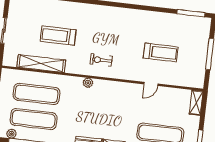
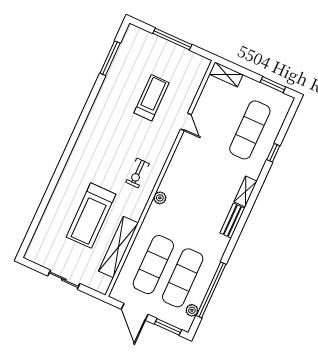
window: (191, 13) -> (110, 58), moved
treadmill: (58, 36) -> (91, 216), width x1.37, depth x1.38

